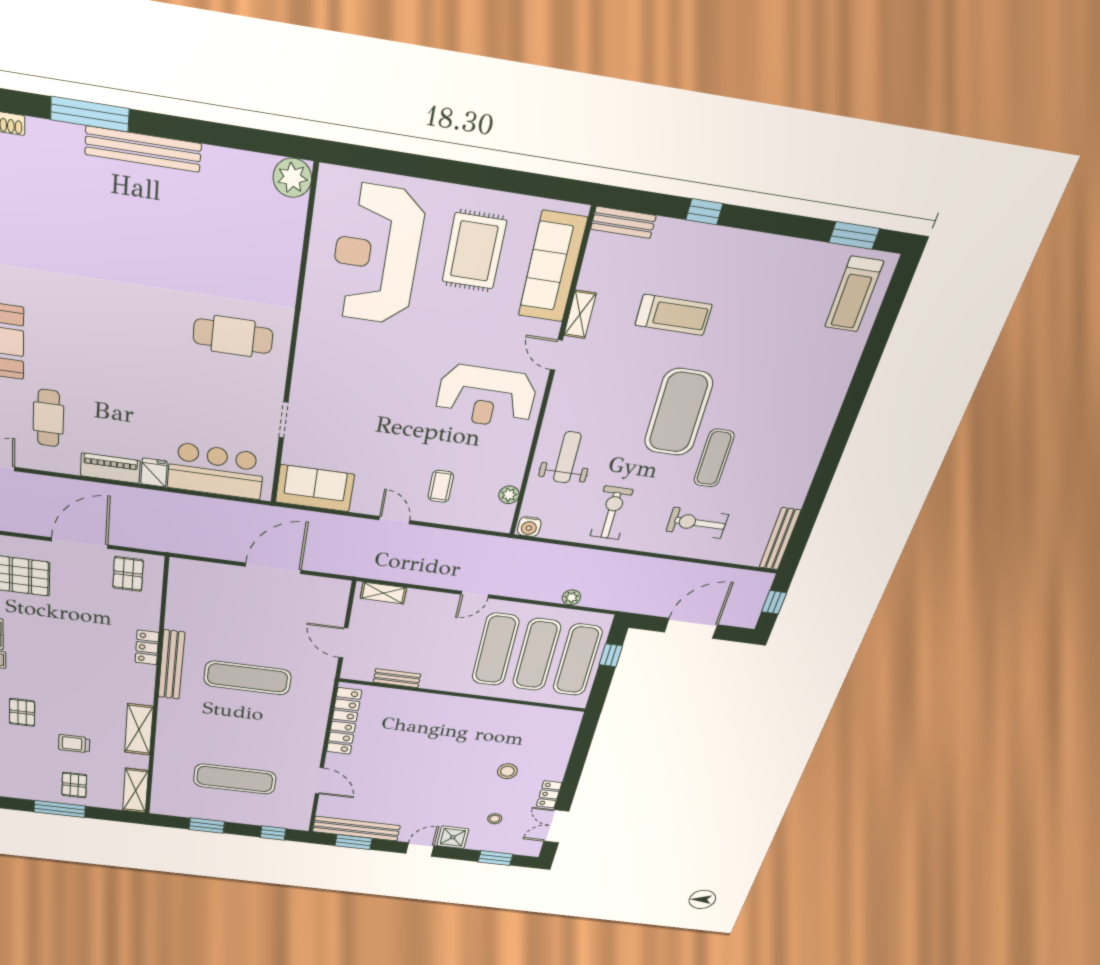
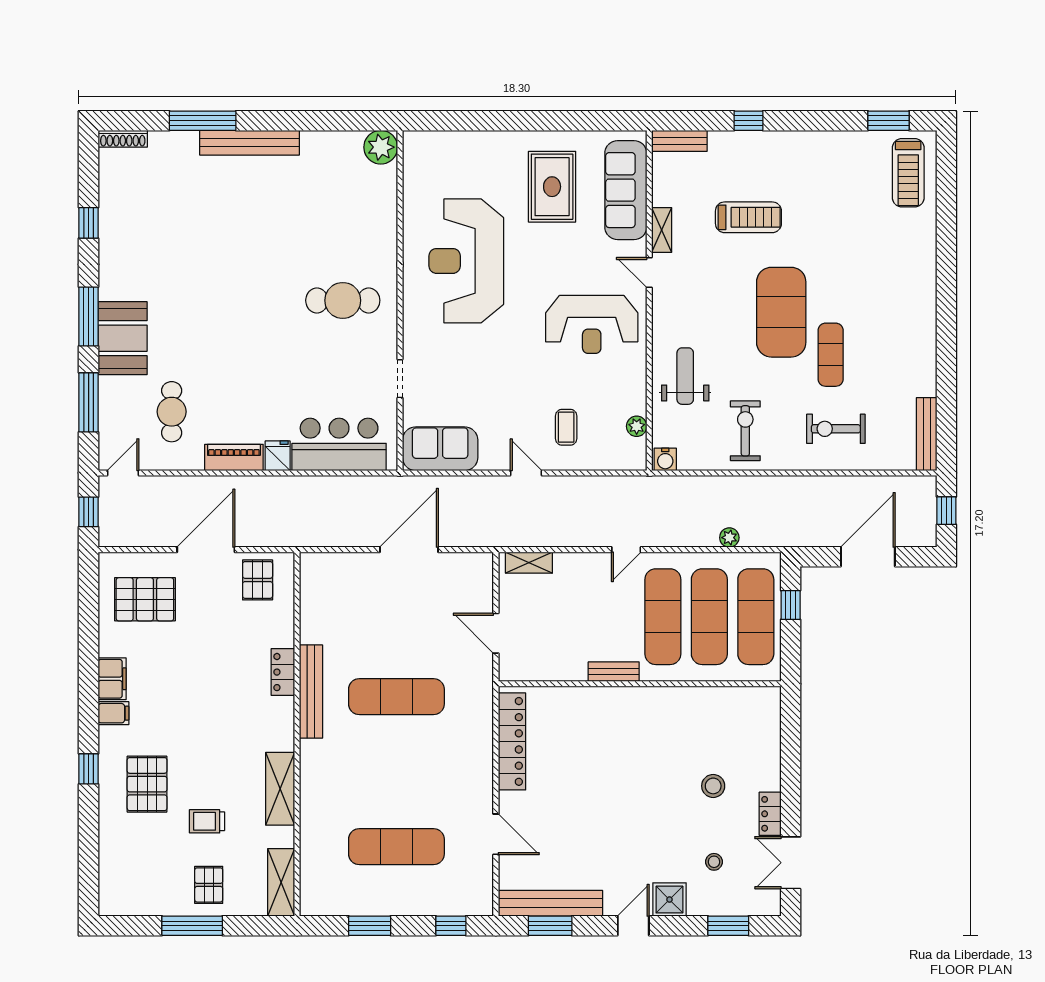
reception desk: (376, 255) -> (466, 261), moved
bench: (397, 678) -> (614, 672), moved
pallet: (22, 712) -> (147, 784), width x1.50, depth x1.42

